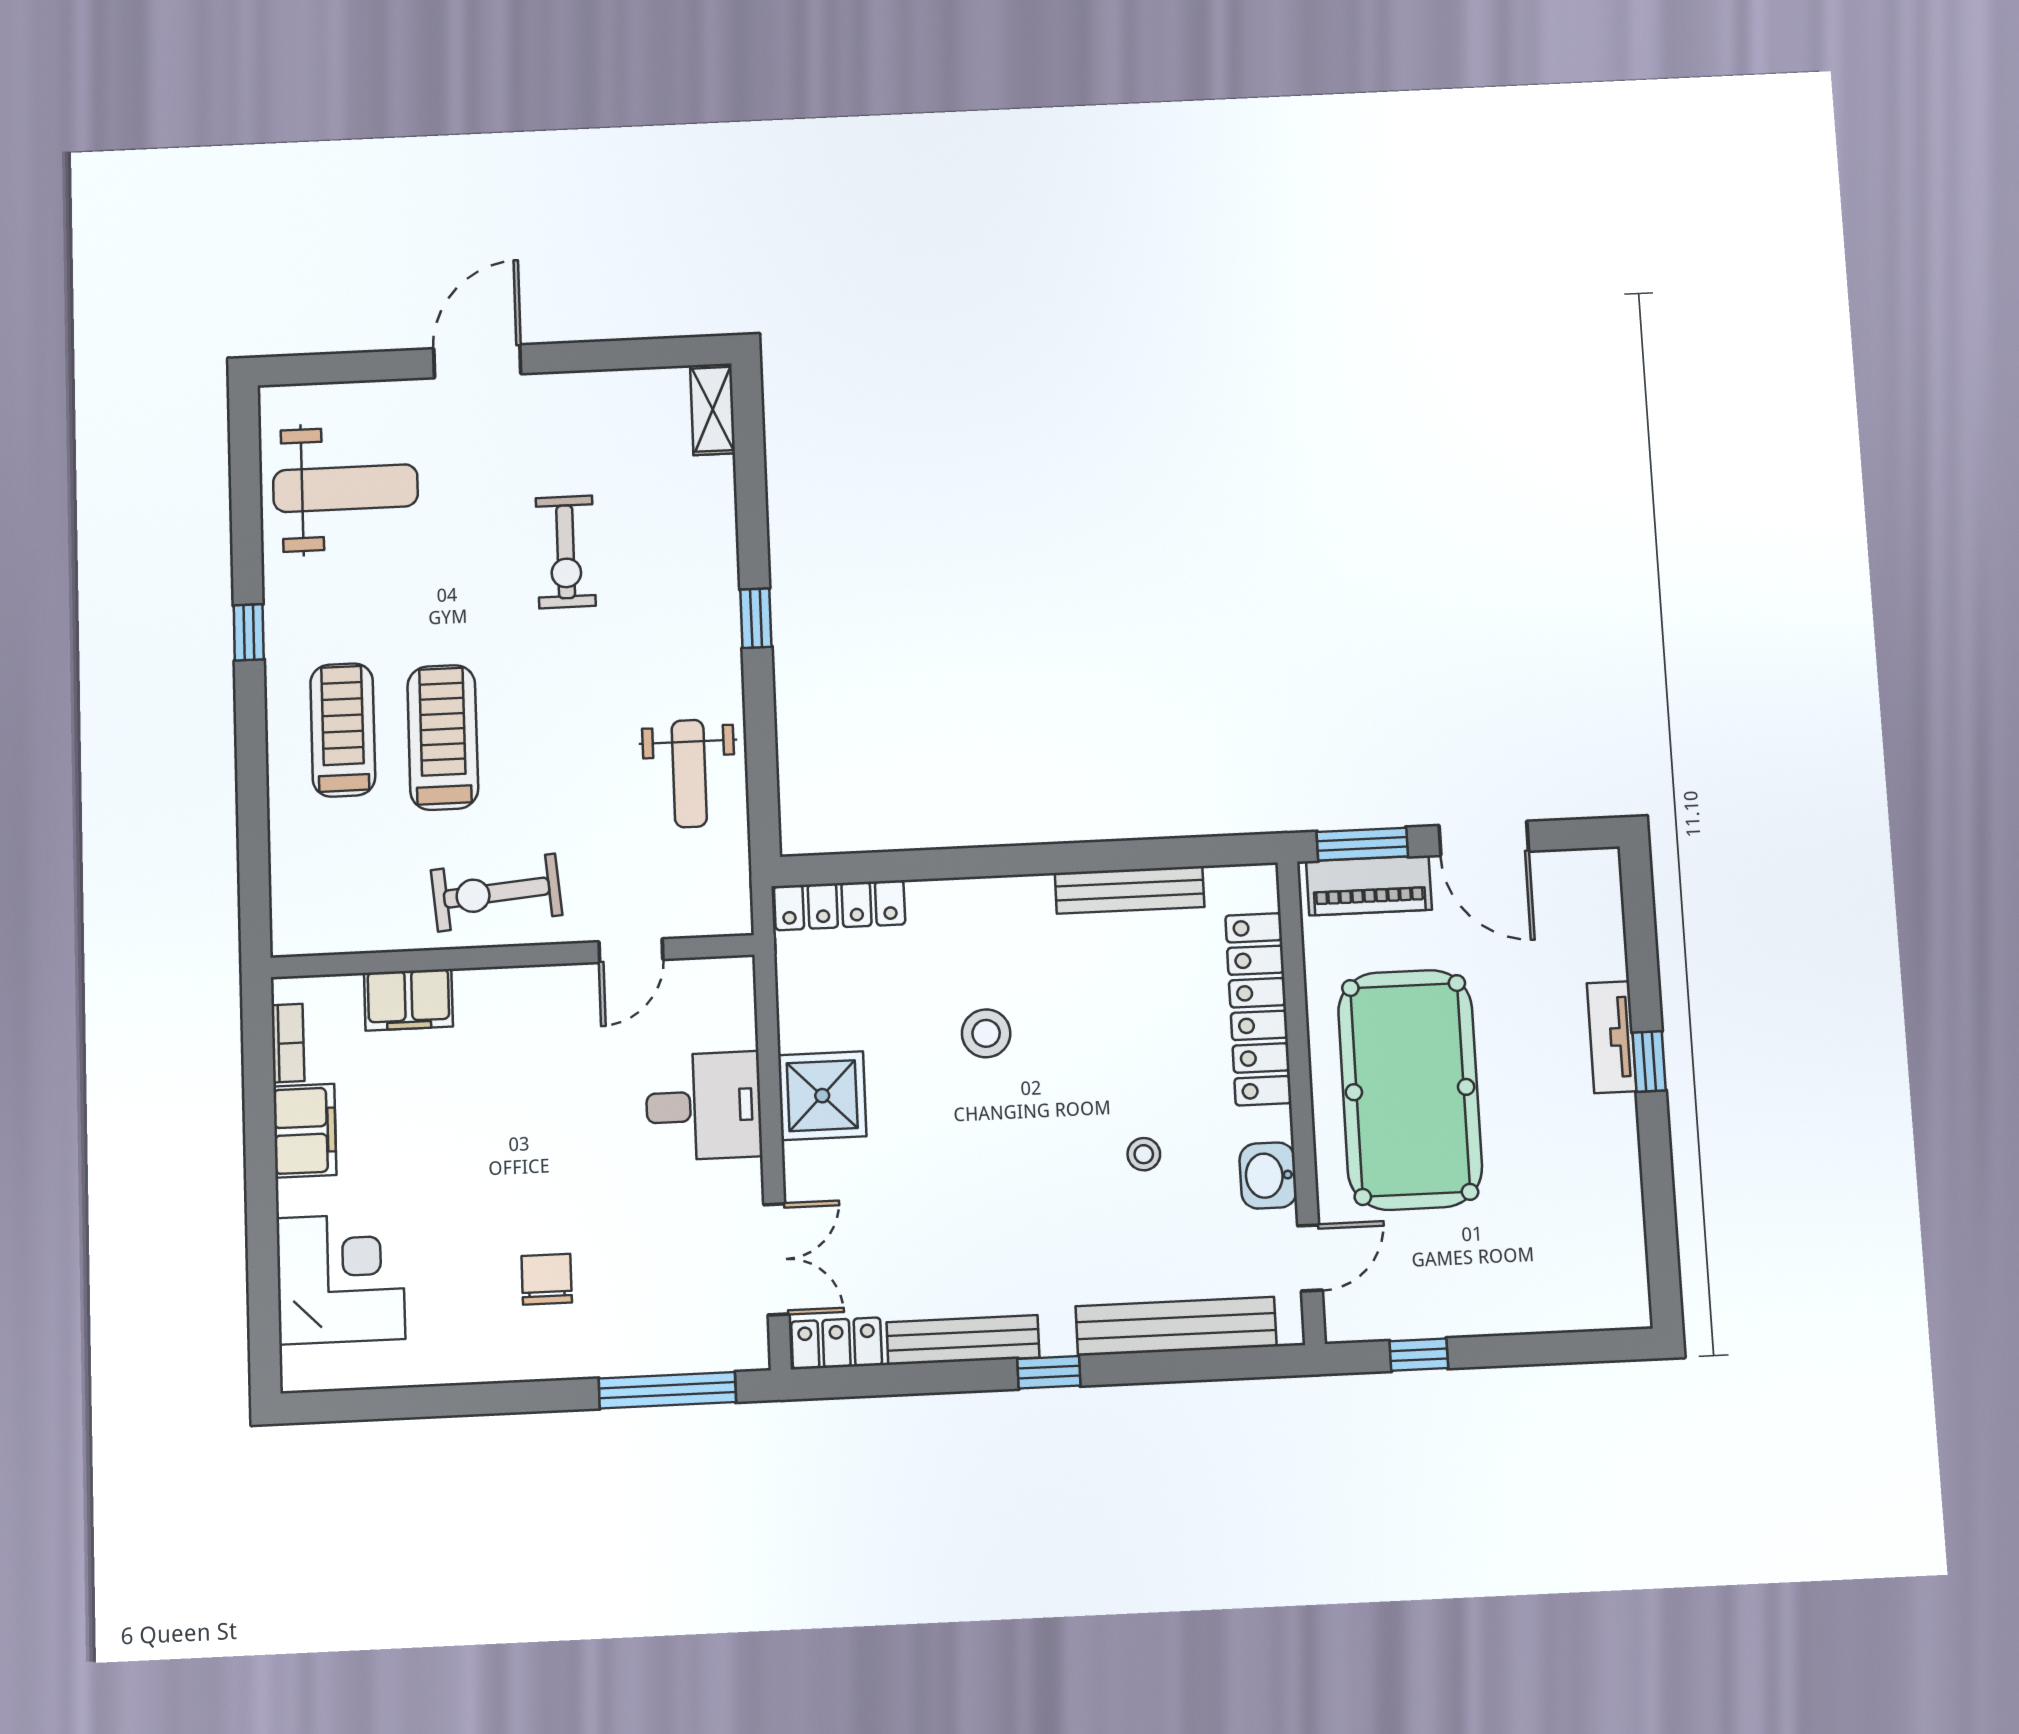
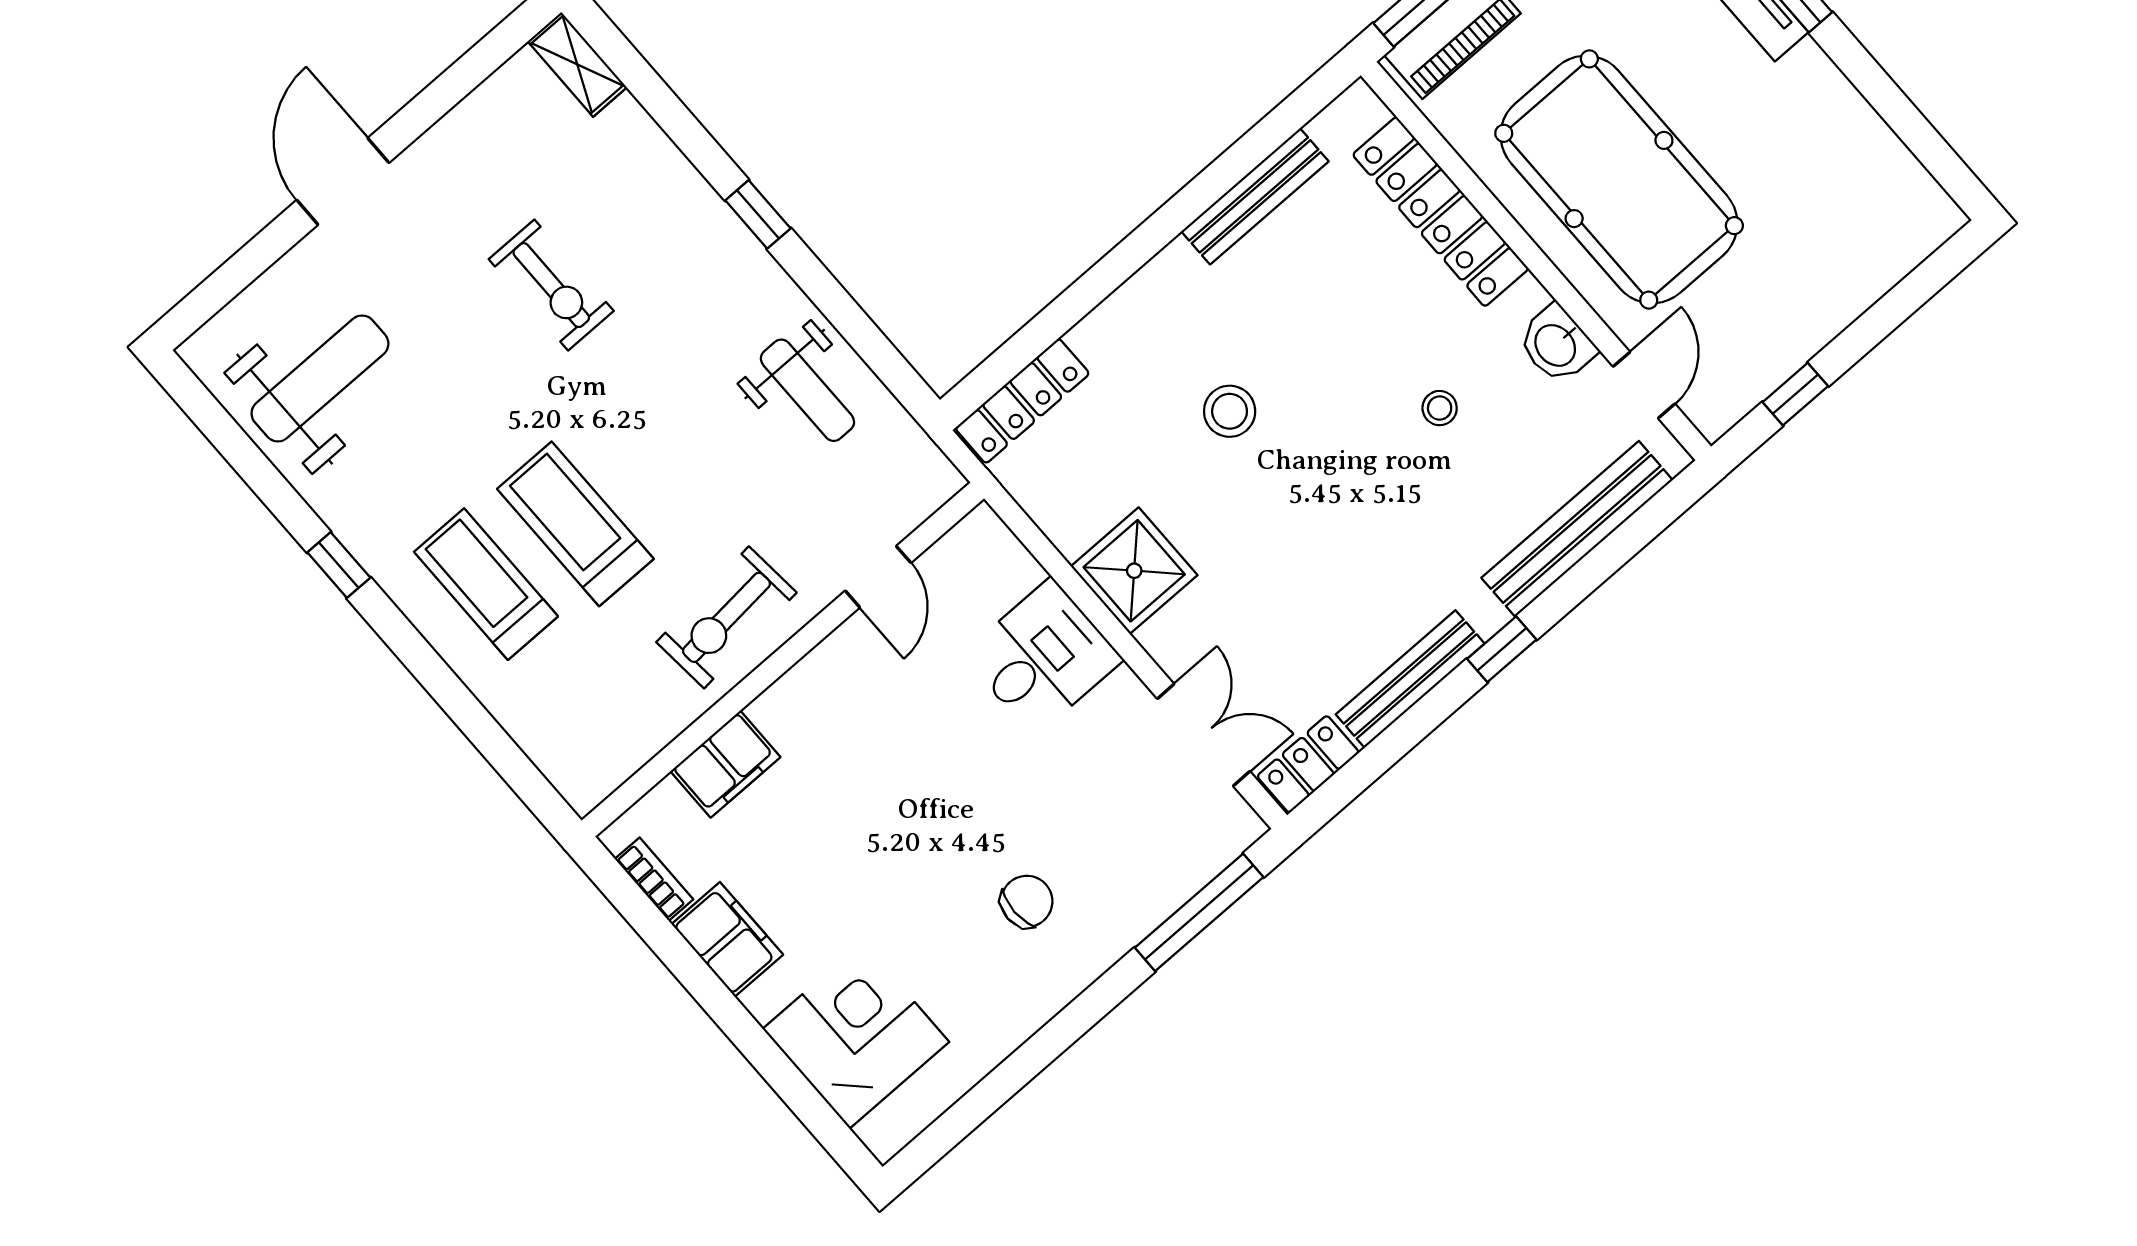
chair: (547, 1279) -> (1027, 901), turned 90

